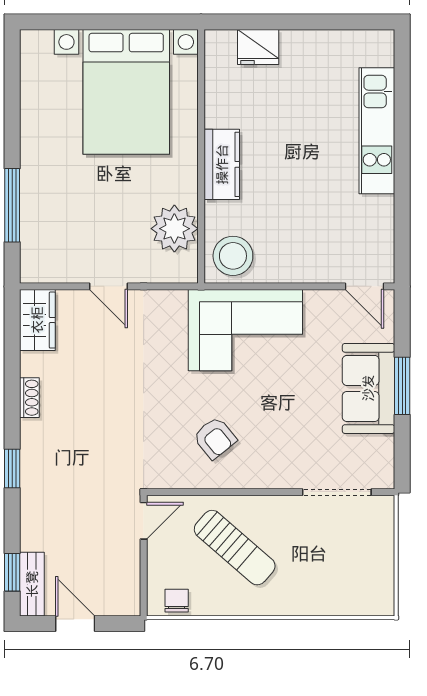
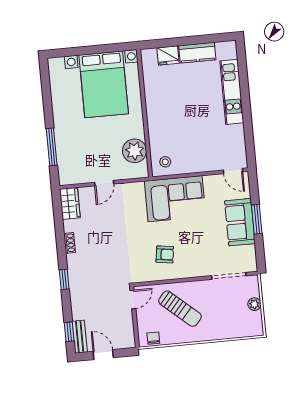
kitchen counter: (222, 164) -> (197, 53), moved, turned 90
stool: (233, 256) -> (165, 162), width x0.53, depth x0.53
door: (109, 286) -> (104, 183), hinge flipped
armchair: (215, 438) -> (165, 254), turned -43
plant: (382, 552) -> (254, 304), added

